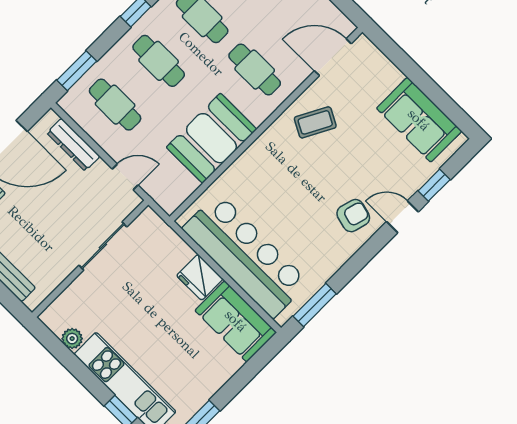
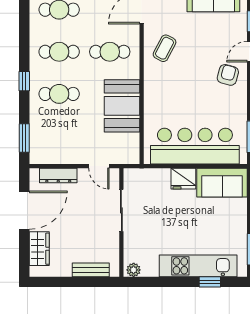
cafe table: (115, 105) -> (59, 136), removed
door: (125, 177) -> (99, 166), swing flipped
plant: (72, 339) -> (134, 270), moved

